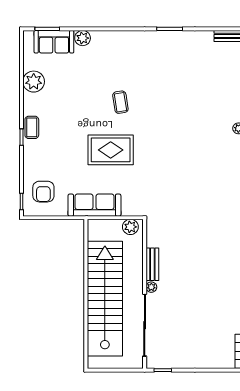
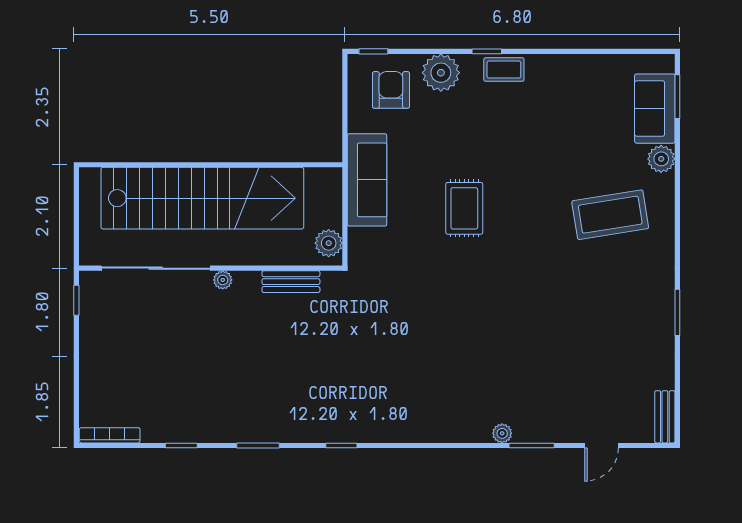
plant: (34, 82) -> (441, 73), moved
coffee table: (120, 102) -> (610, 215), moved, width x1.86, depth x1.72
rug: (111, 150) -> (464, 208), width x0.73, depth x0.70
armchair: (43, 192) -> (391, 90), turned 90
bench: (152, 264) -> (291, 282), moved

